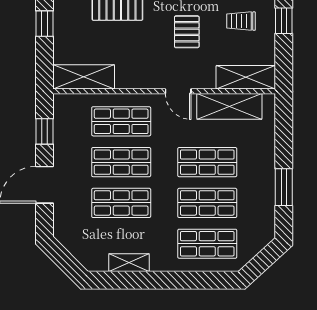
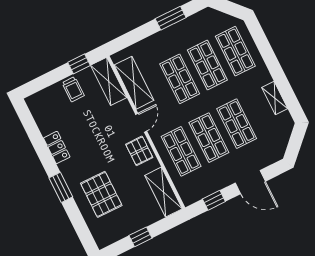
trolley: (241, 21) -> (73, 89), moved
window: (284, 21) -> (79, 64), moved
pallet: (187, 32) -> (139, 151), moved, turned 90

